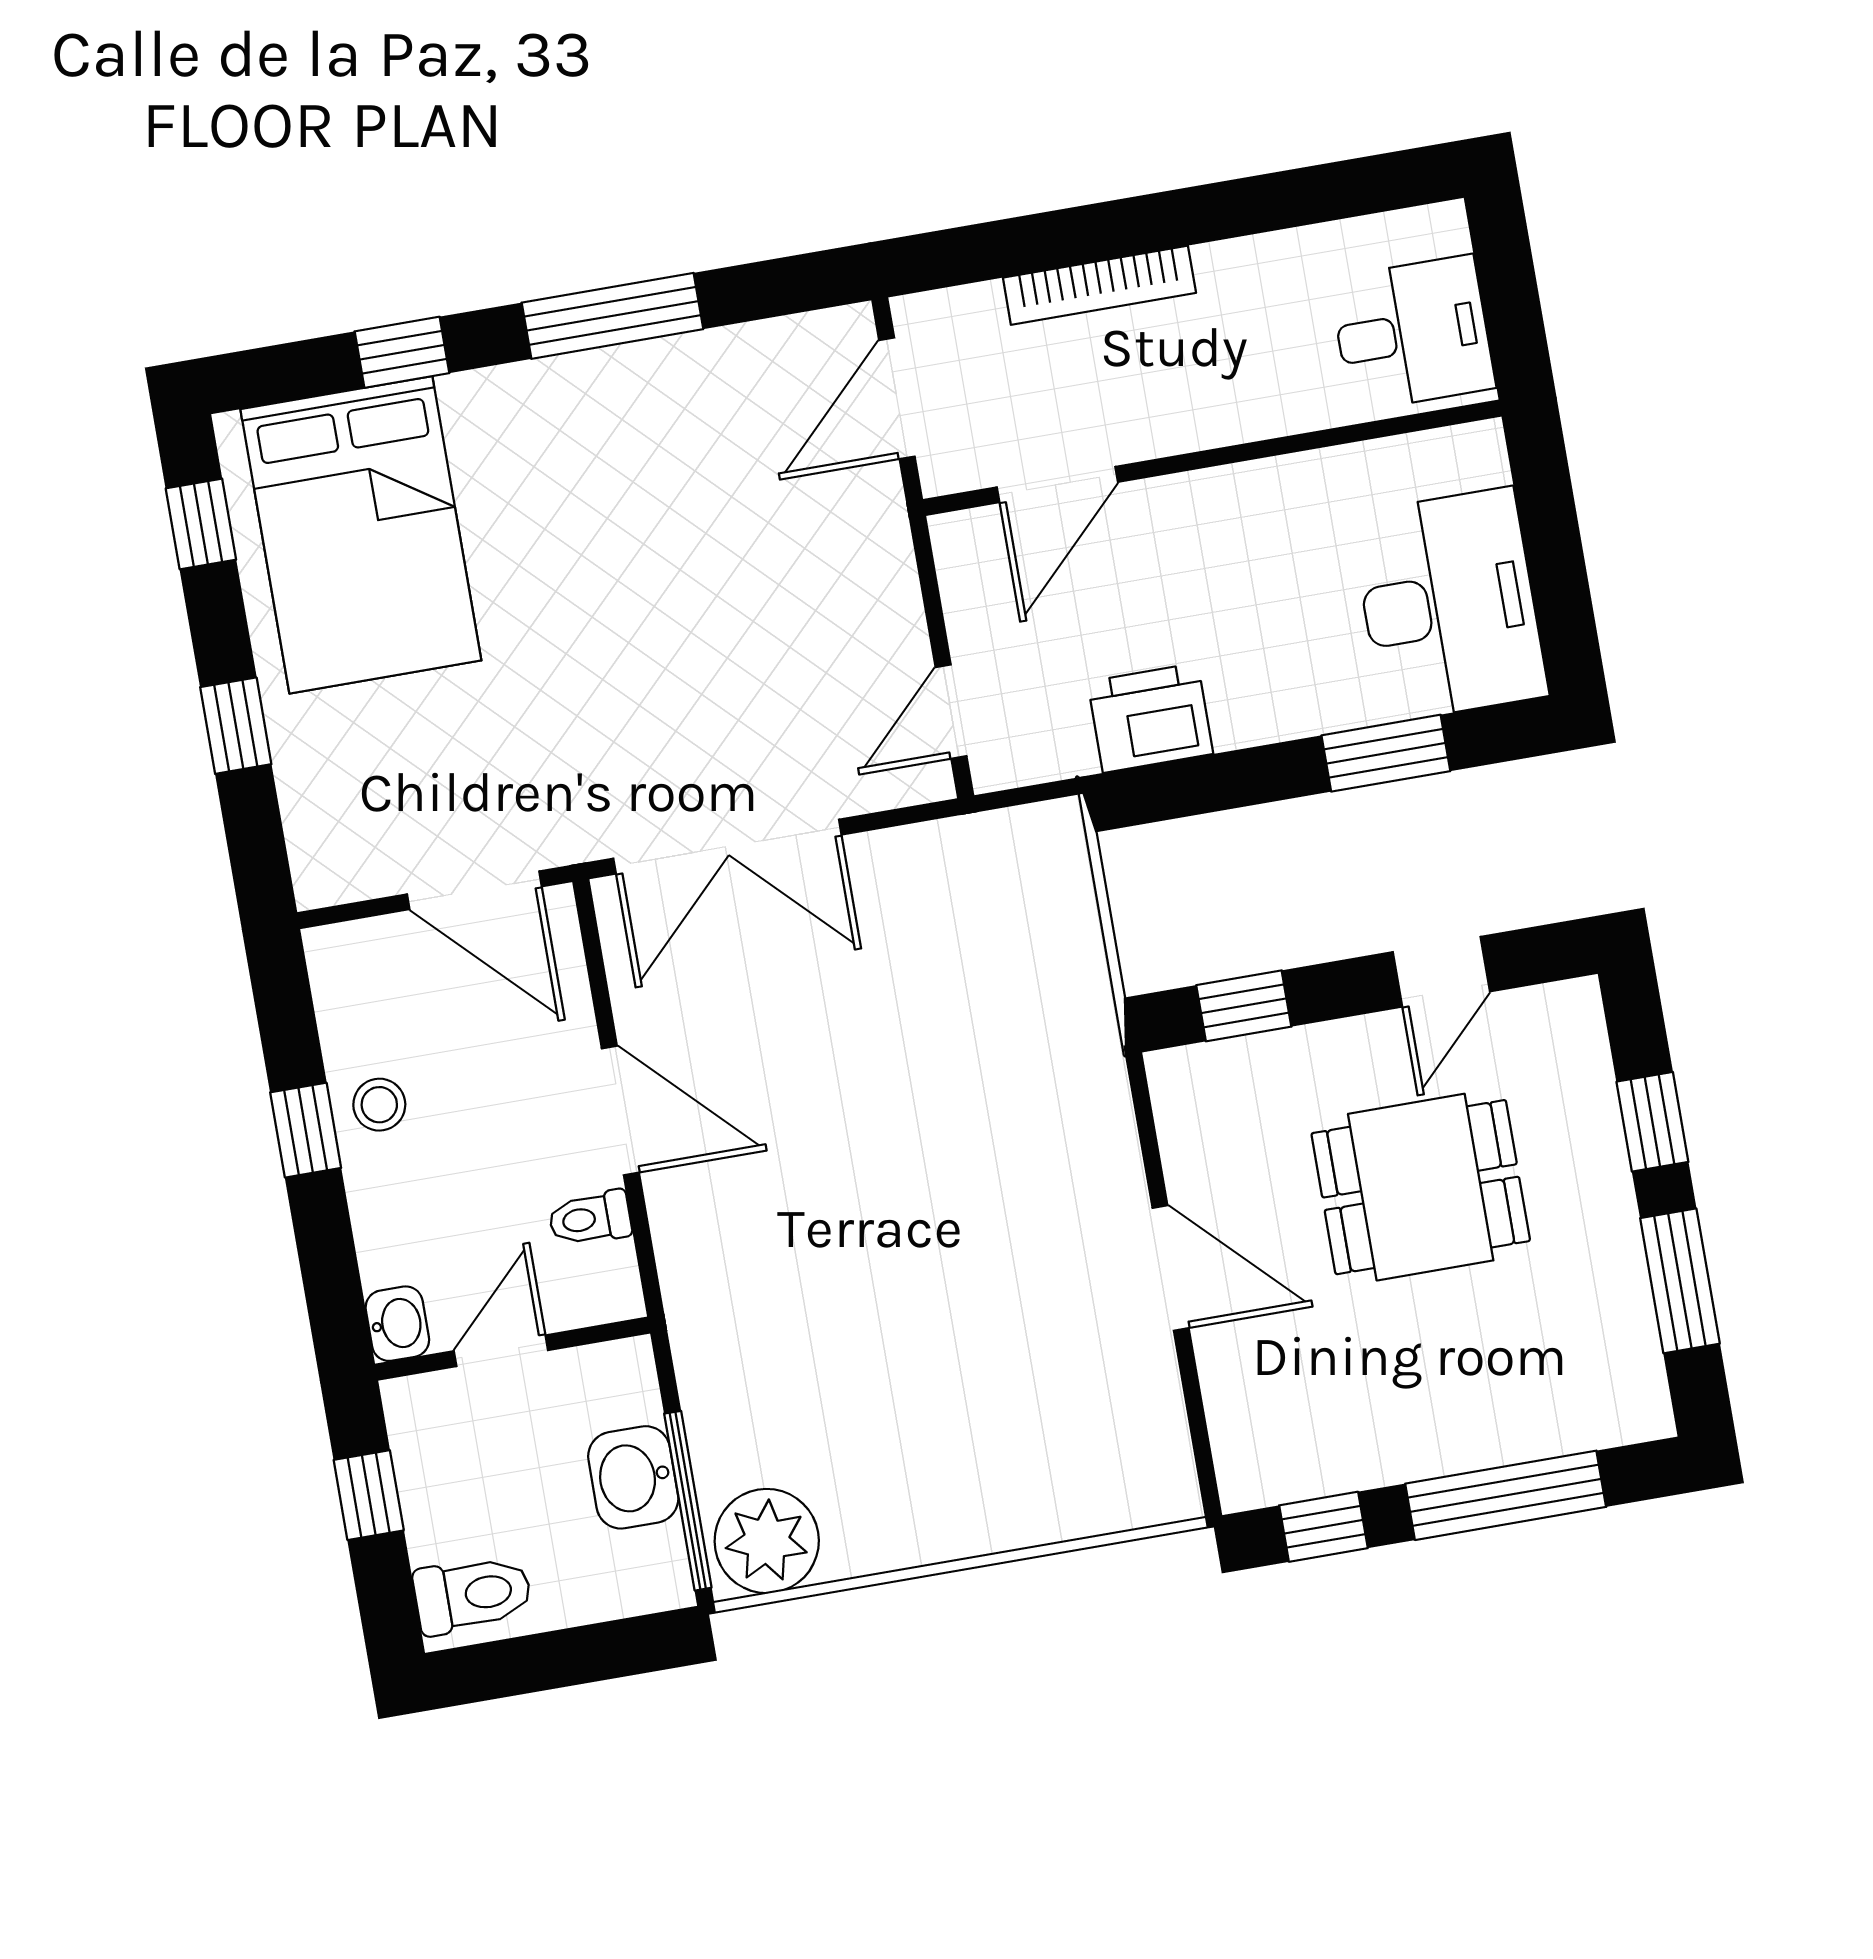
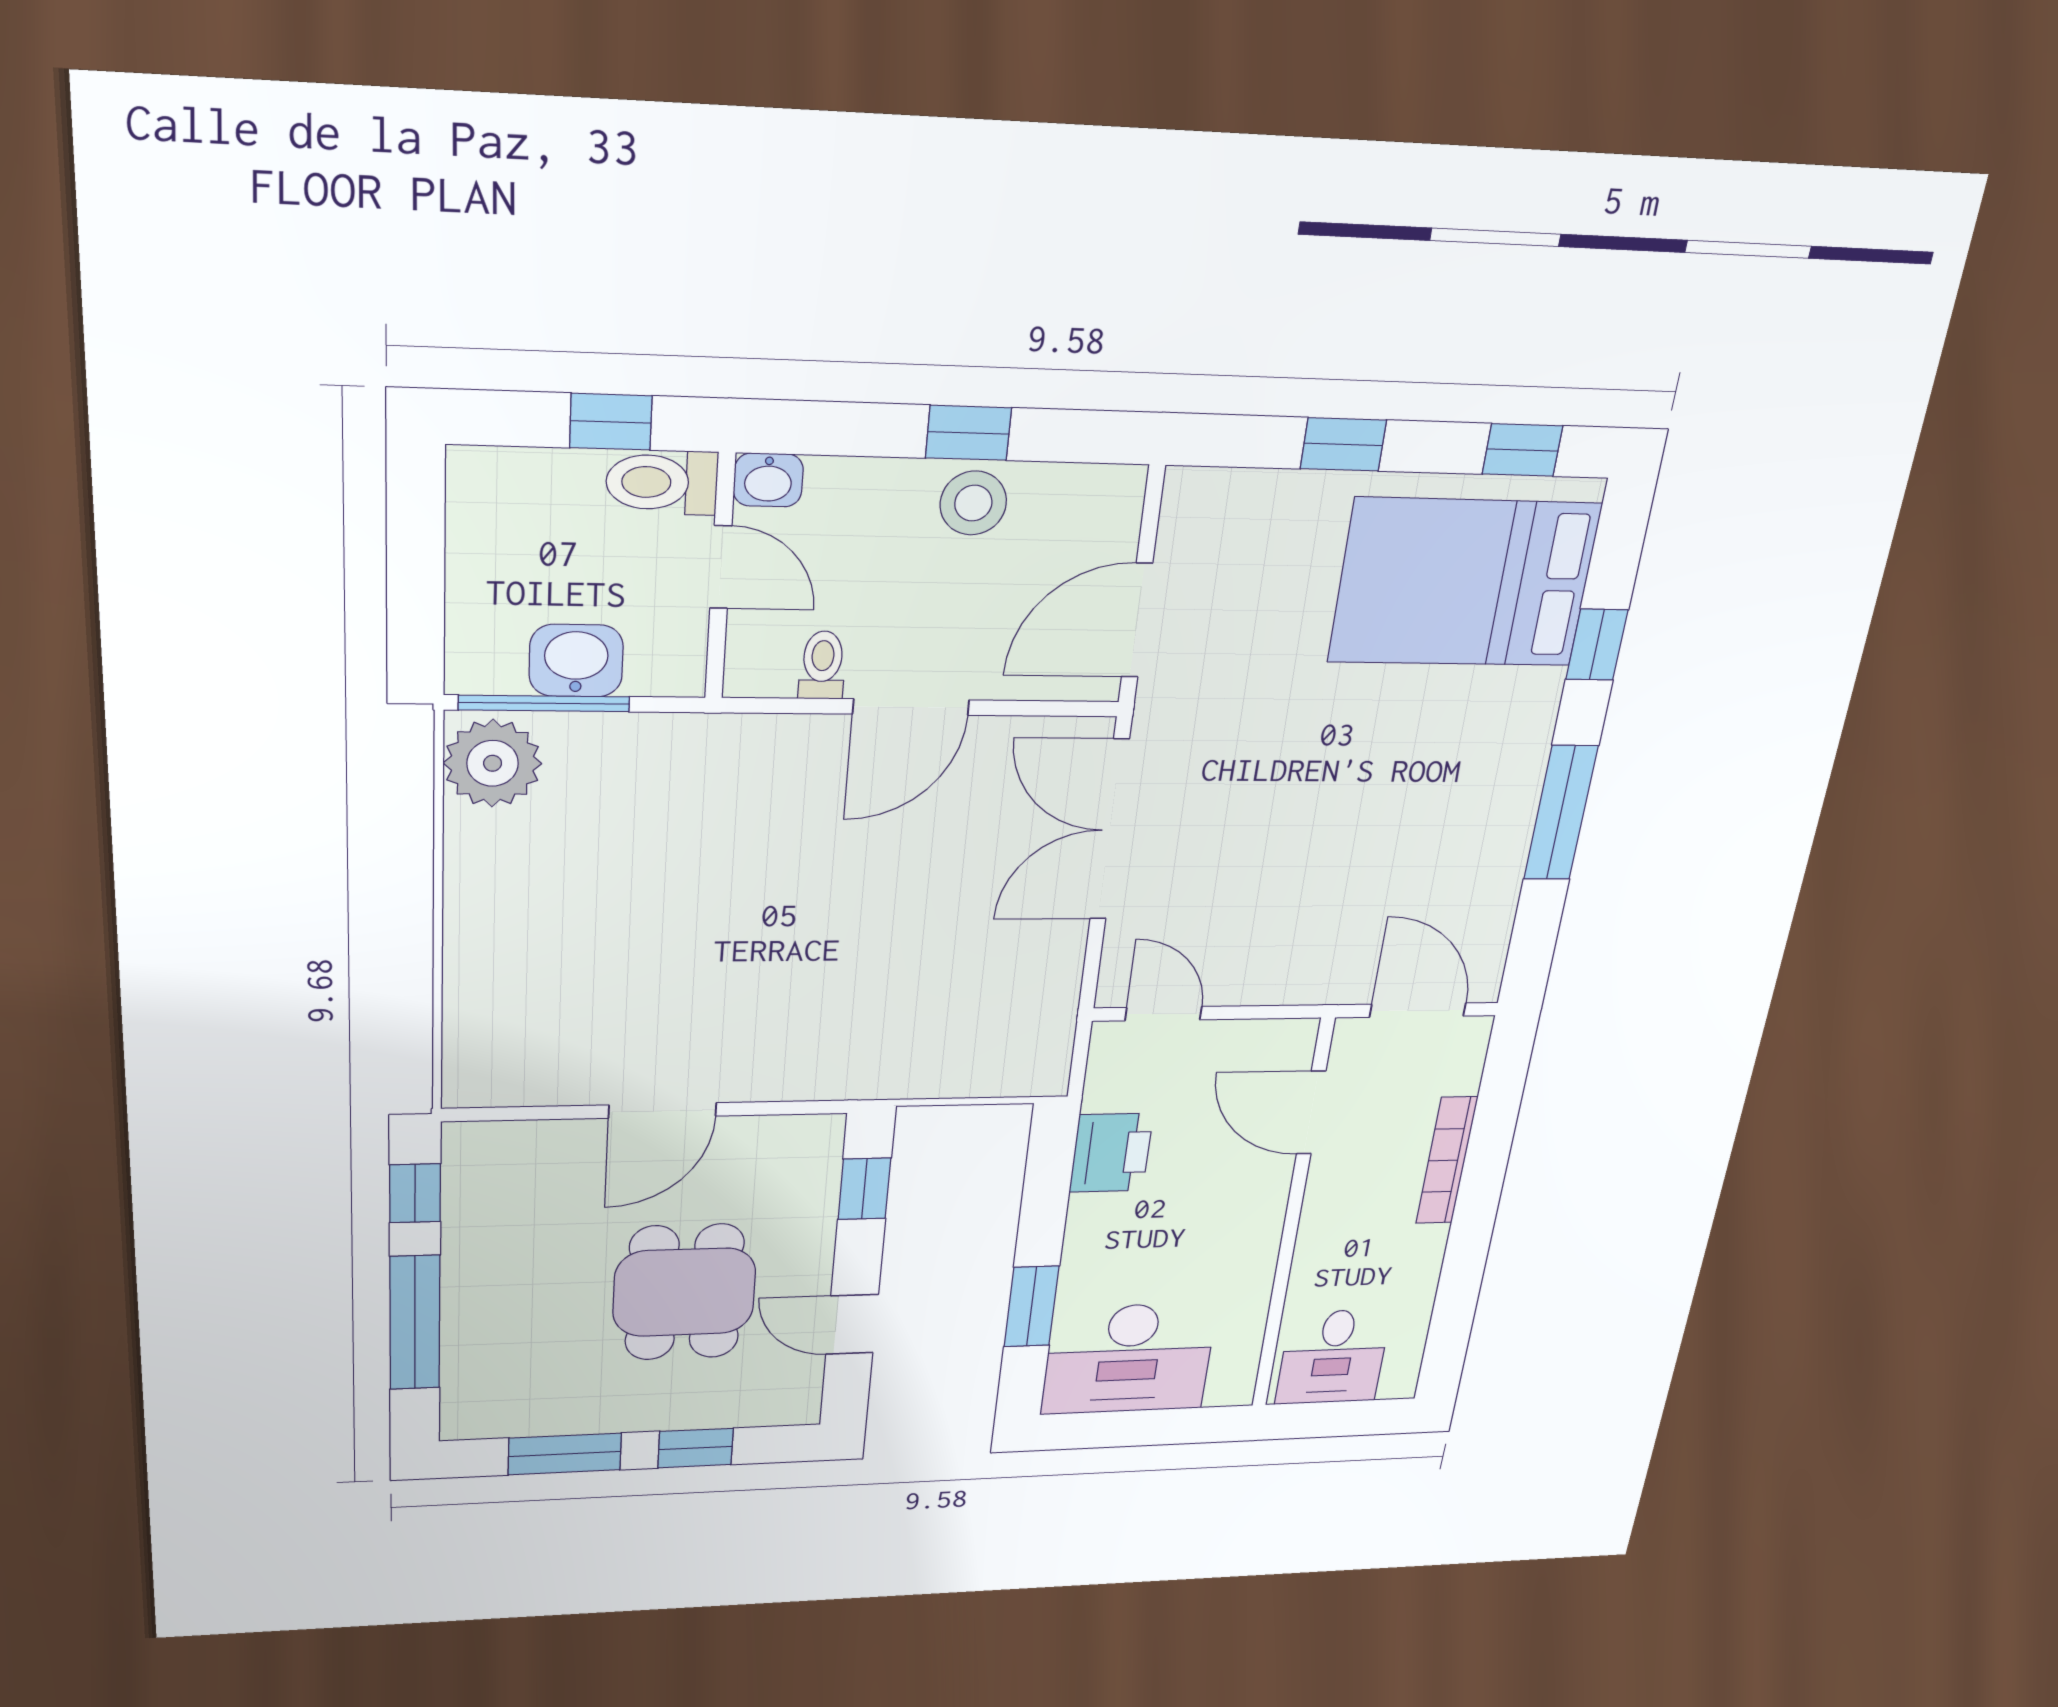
stool: (379, 1105) -> (973, 503), width x1.37, depth x1.37
toilet: (473, 1594) -> (662, 482), moved, turned 90

